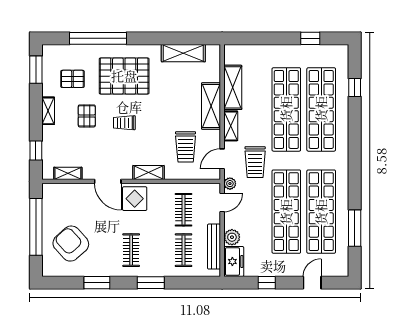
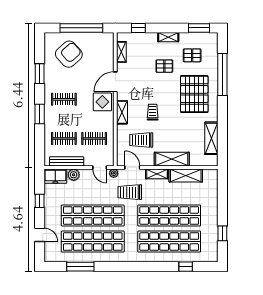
pallet: (72, 79) -> (192, 55), turned 90
trolley: (124, 123) -> (153, 112), moved

